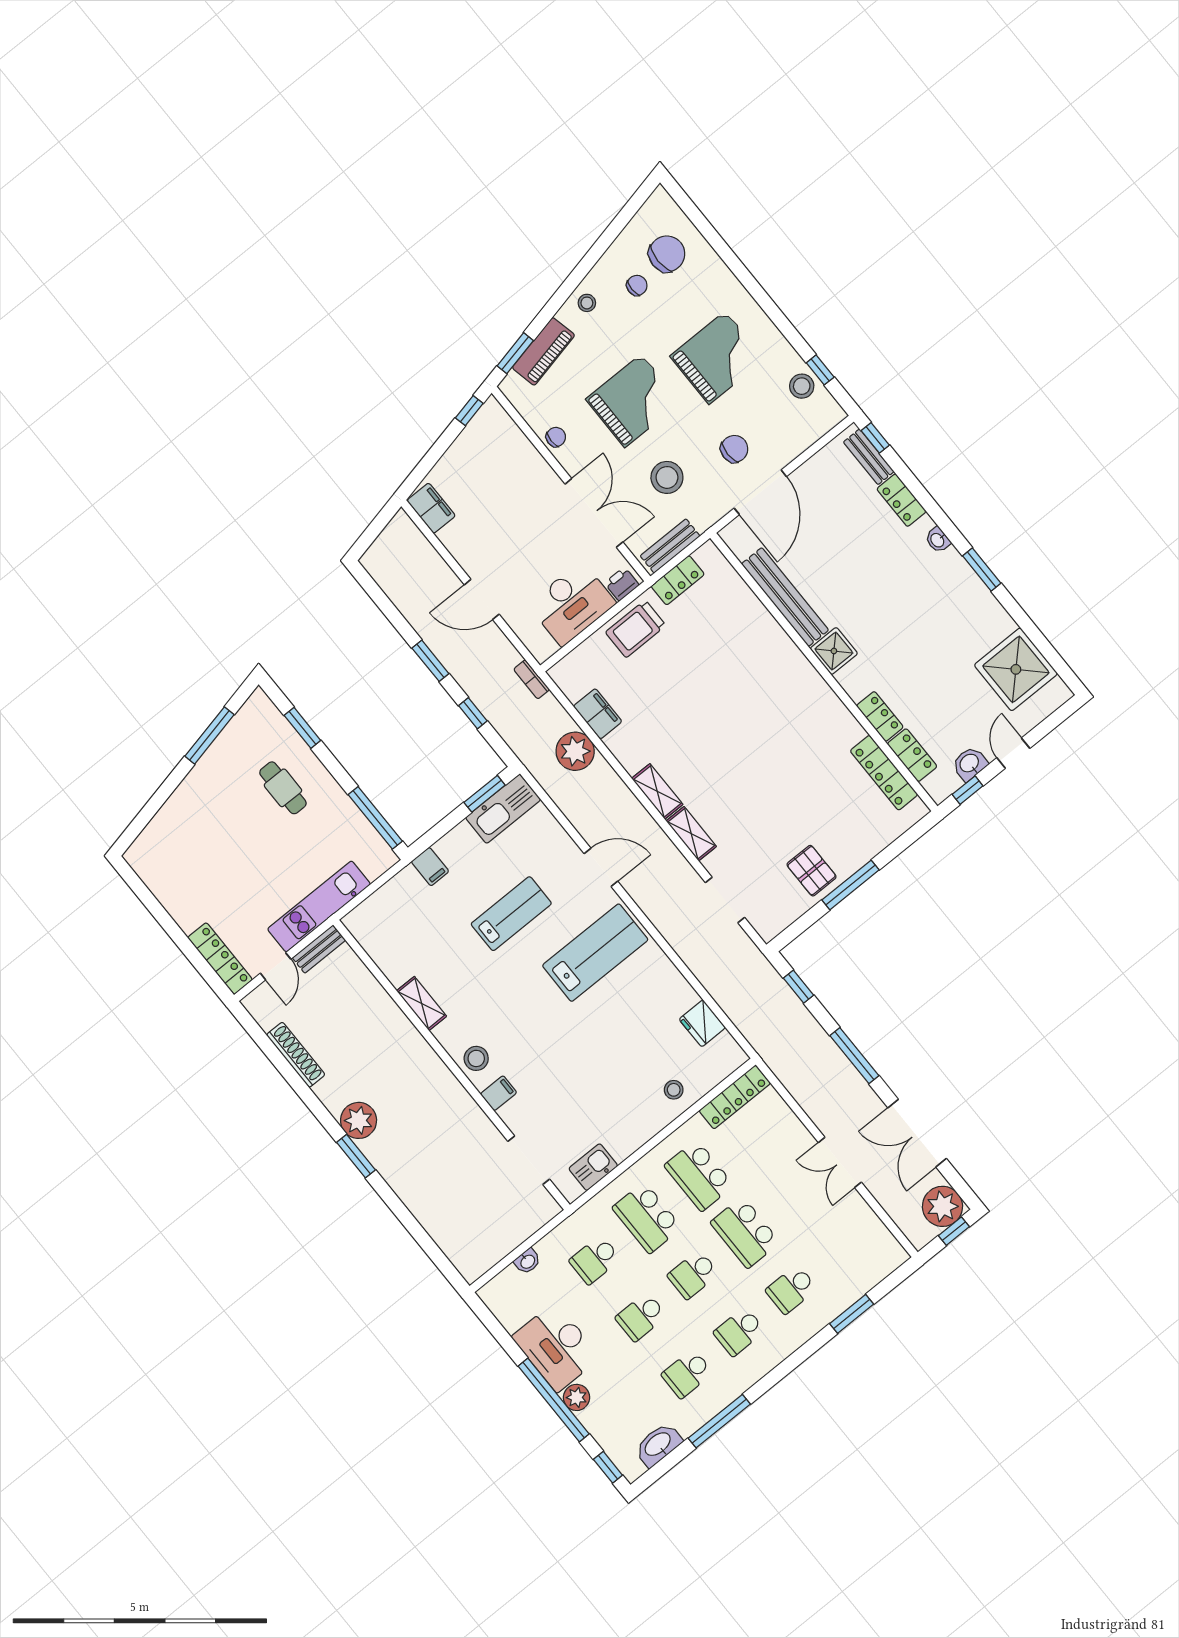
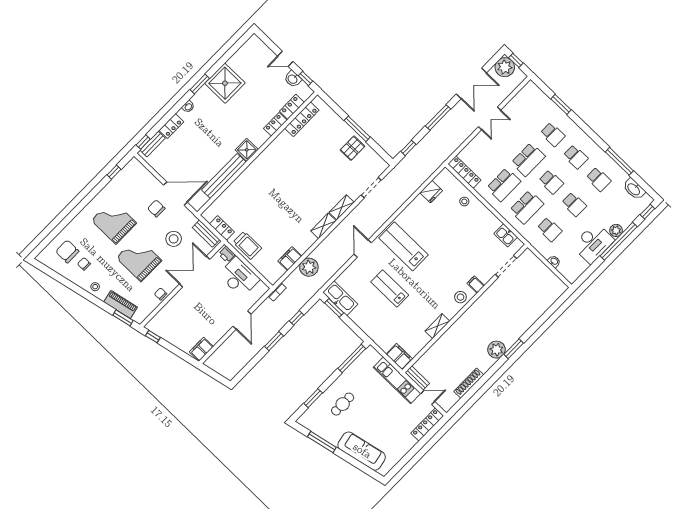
stool: (802, 386) -> (123, 180), removed
shower: (1016, 669) -> (225, 83), moved
sofa: (181, 816) -> (362, 451), added
filing cabinet: (430, 867) -> (399, 357), moved, width x2.00

